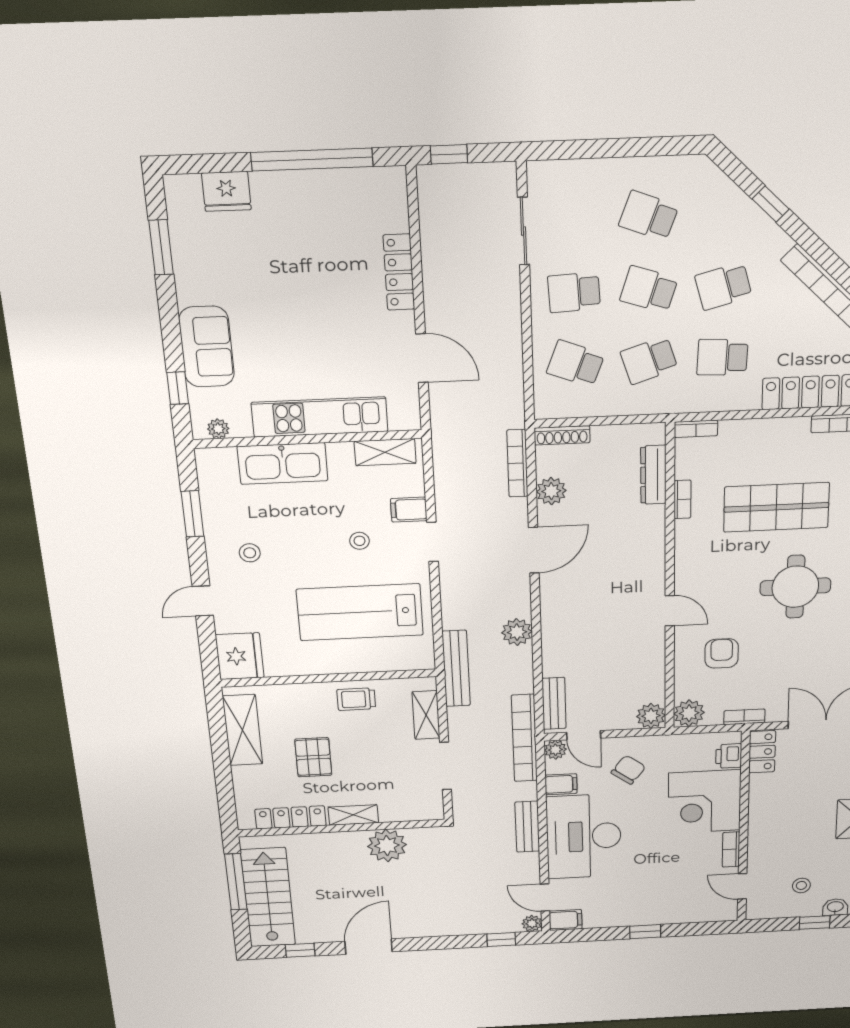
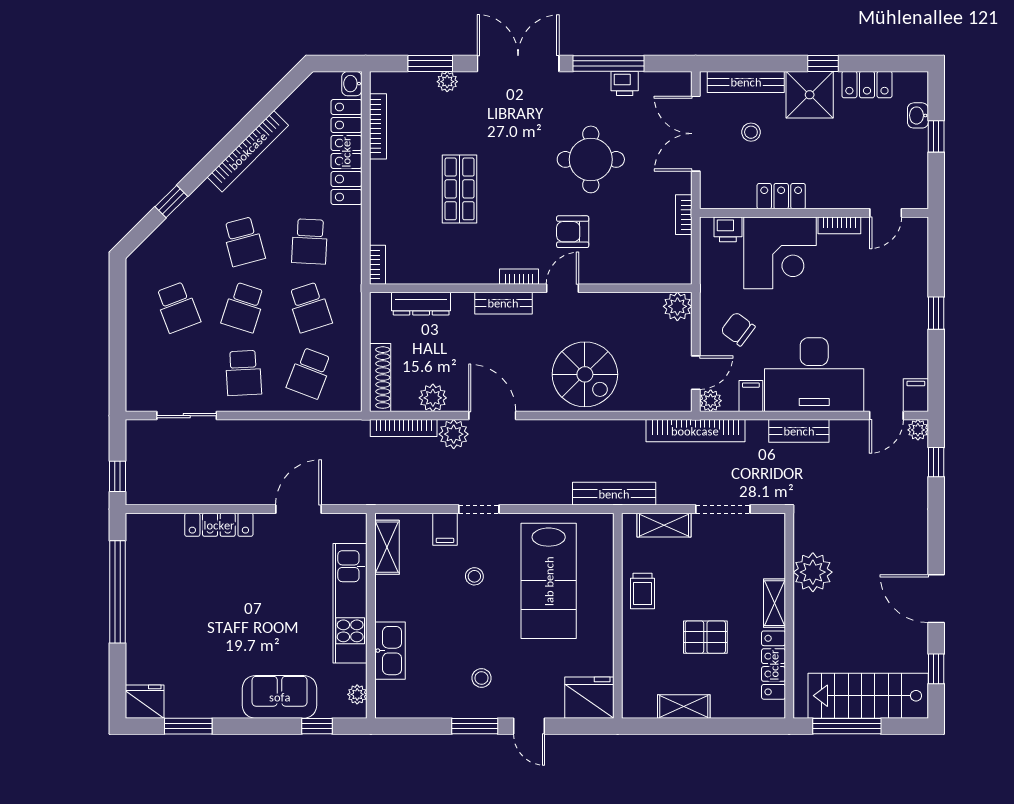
fridge: (226, 191) -> (145, 702), moved, turned -90
school desk: (649, 216) -> (177, 307), turned -42
shoe rack: (562, 435) -> (380, 378), width x1.36, depth x1.24
kitchen sink: (283, 463) -> (390, 651), width x0.73, depth x0.81
bookcase: (683, 499) -> (519, 277), moved
shop shelf: (776, 507) -> (460, 189), width x0.70, depth x0.74
window: (192, 514) -> (475, 726), moved
round table: (795, 587) -> (591, 159), moved
plant: (517, 632) -> (454, 434), moved
spiral stairs: (580, 636) -> (585, 374), added
armchair: (722, 653) -> (573, 232), moved
bench: (554, 703) -> (503, 303), moved
plant: (689, 713) -> (676, 269), removed
shelving: (243, 730) -> (684, 707), width x0.67, depth x0.75
locker: (762, 752) -> (781, 196), moved
stool: (801, 885) -> (751, 132), moved

